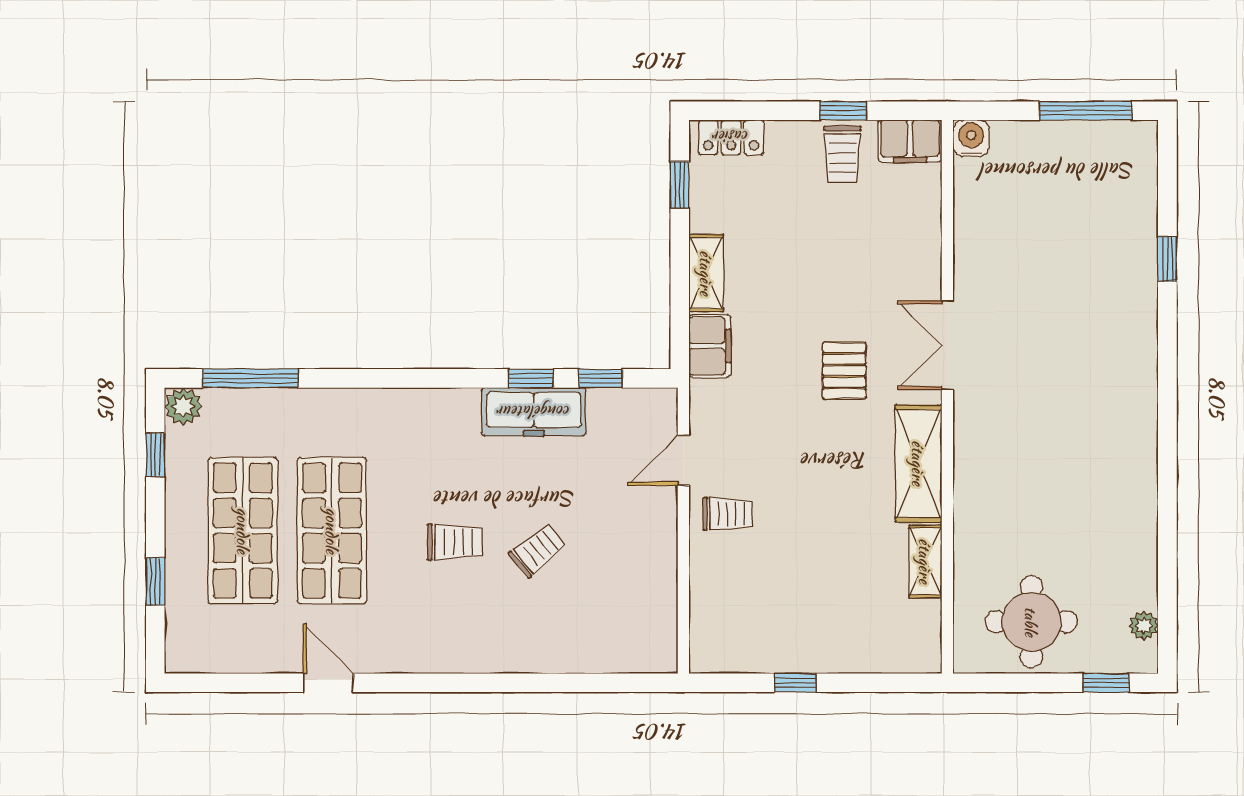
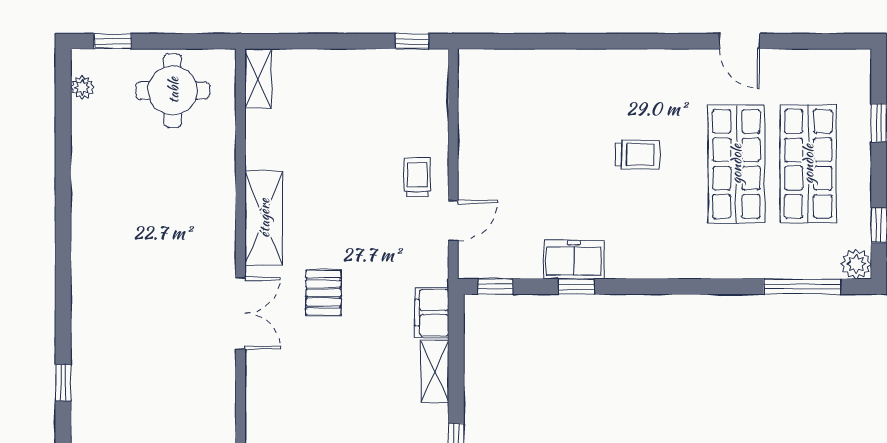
window: (601, 378) -> (495, 287), moved
freezer: (534, 412) -> (574, 260), width x0.71
trolley: (728, 514) -> (417, 177), turned 90
trolley: (455, 542) -> (637, 155), turned 180
trolley: (537, 550) -> (571, 148), removed
shelving: (925, 561) -> (258, 79), moved
window: (795, 683) -> (412, 41), moved

